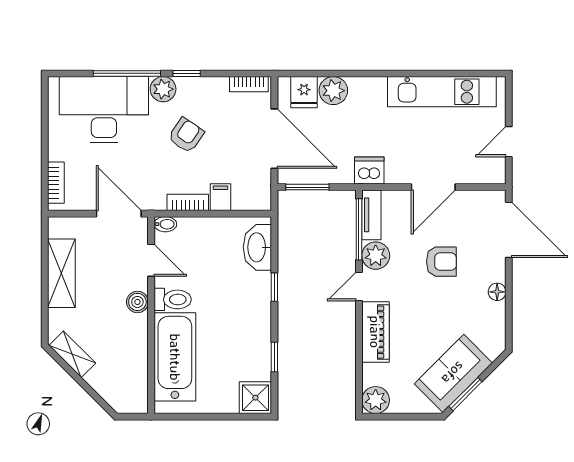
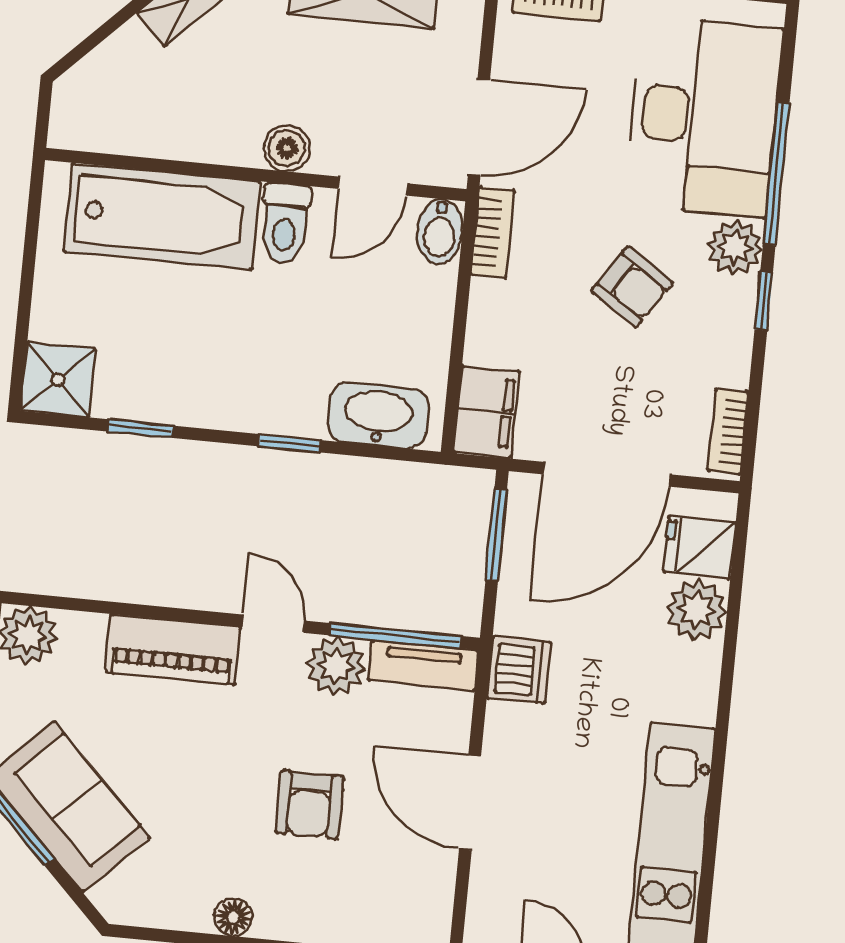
filing cabinet: (221, 197) -> (487, 412), moved, width x2.00
bookcase: (188, 202) -> (493, 232), moved
bidet: (165, 224) -> (440, 232), width x1.38, depth x1.36

